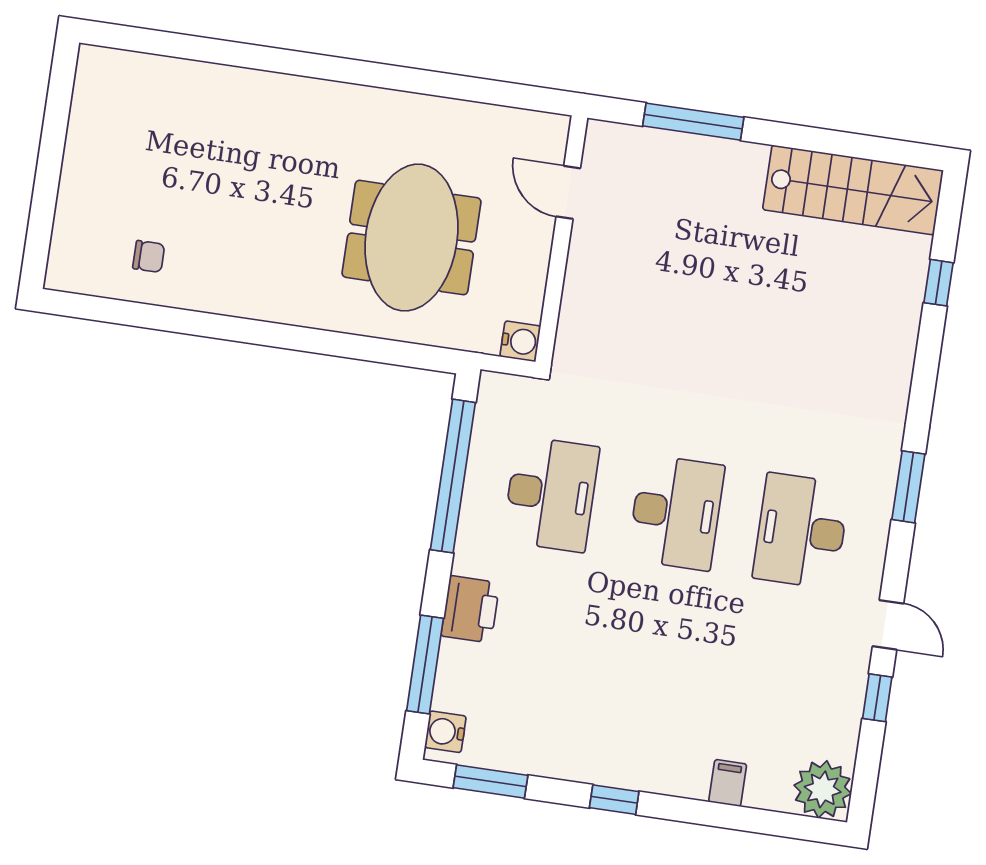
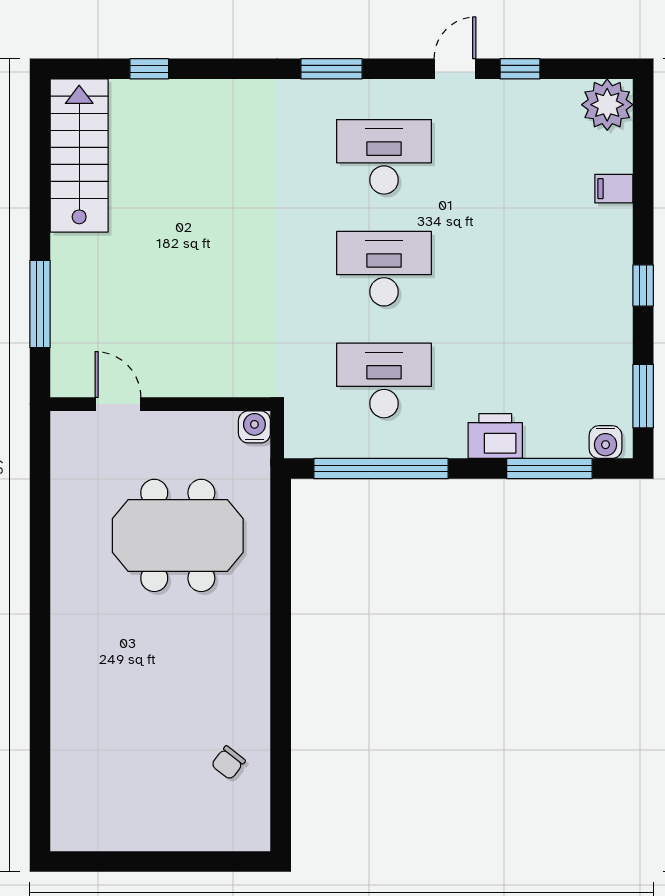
door: (568, 192) -> (118, 404), swing flipped
chair: (149, 256) -> (228, 763), turned -142
desk: (801, 531) -> (384, 157), turned 180

